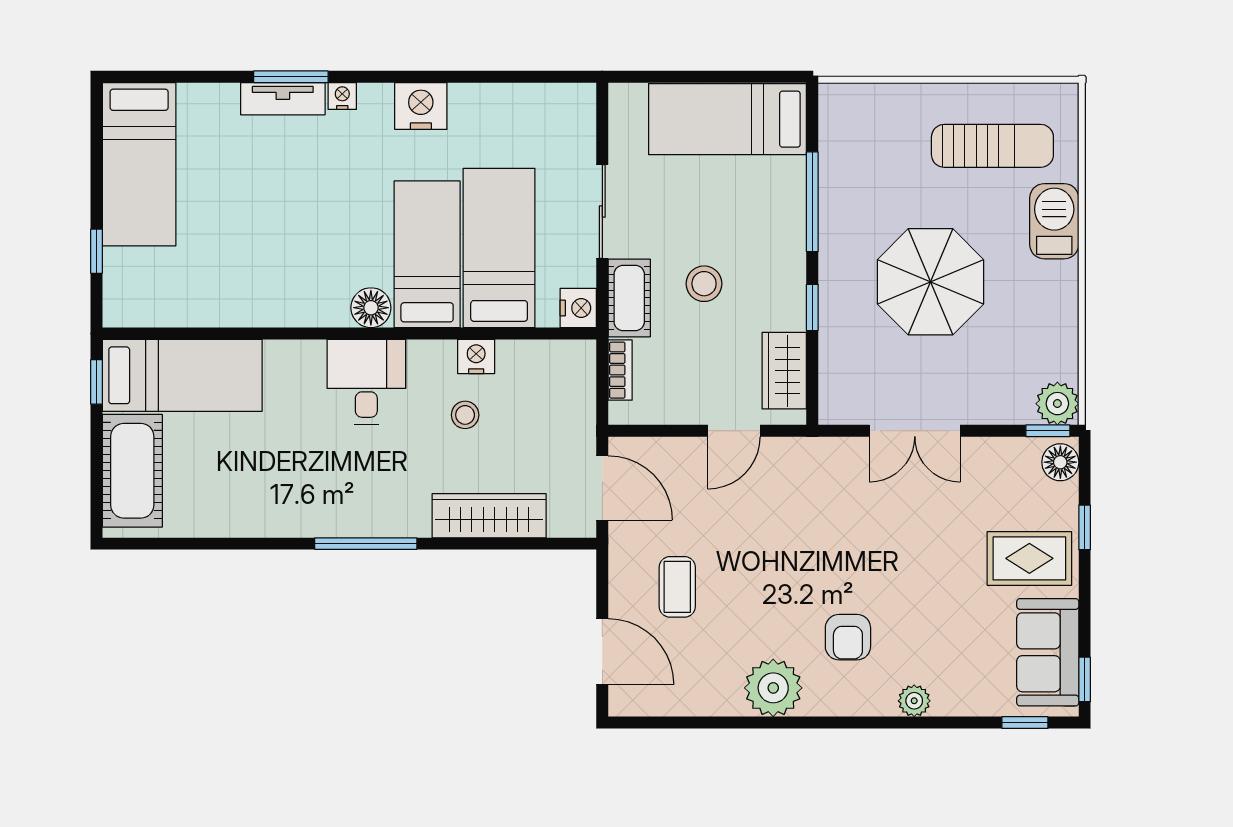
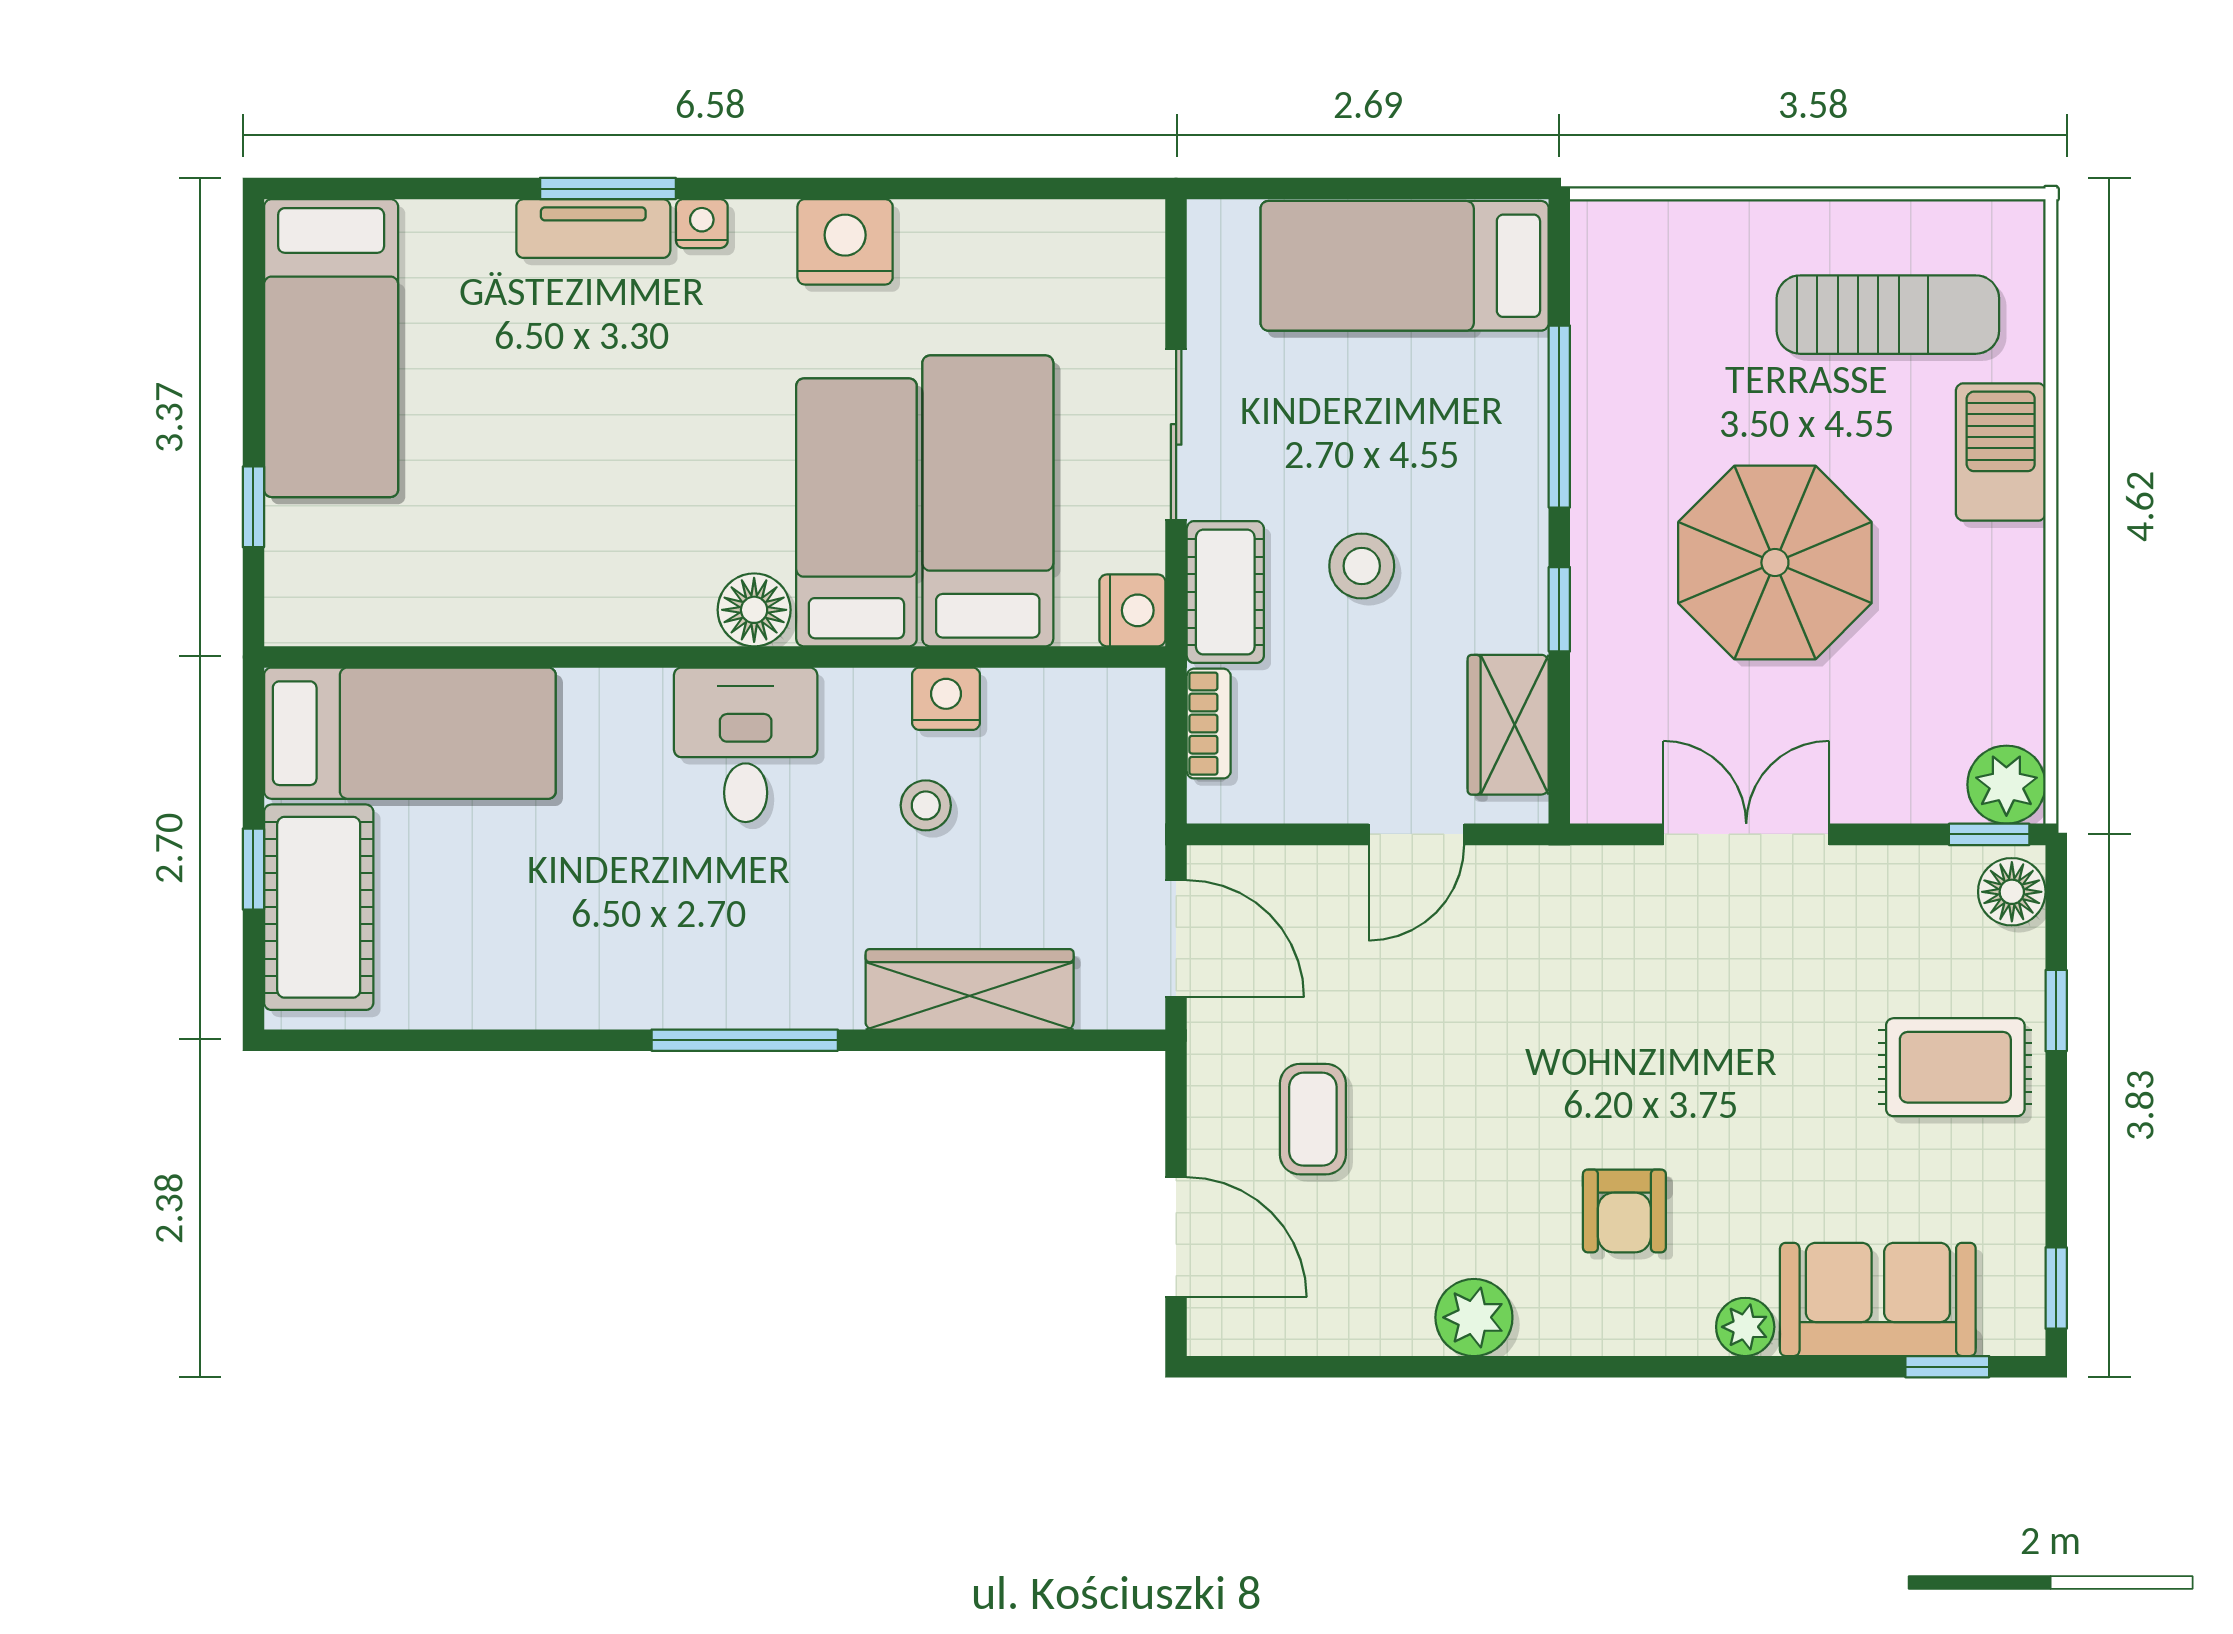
window: (97, 382) -> (253, 869), moved
double door: (915, 431) -> (1746, 834), swing flipped
sofa: (1048, 652) -> (1878, 1299), moved, turned 90
plant: (773, 688) -> (1474, 1317), width x0.73, depth x0.73

